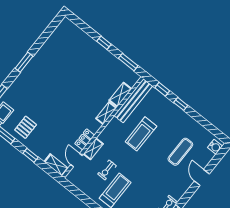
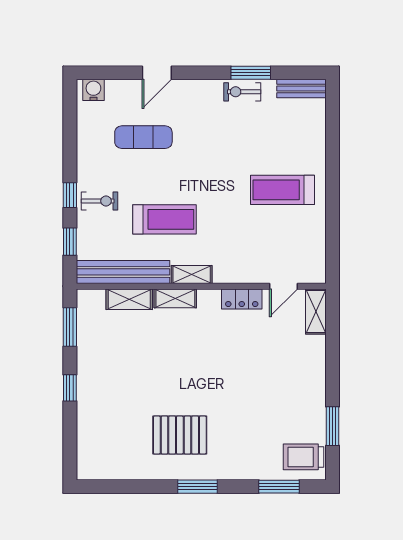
pallet: (26, 127) -> (180, 435), moved, width x1.50, depth x1.42
shelving: (93, 149) -> (192, 274), moved
window: (30, 155) -> (332, 363), removed
exercise bike: (107, 170) -> (99, 201), moved

